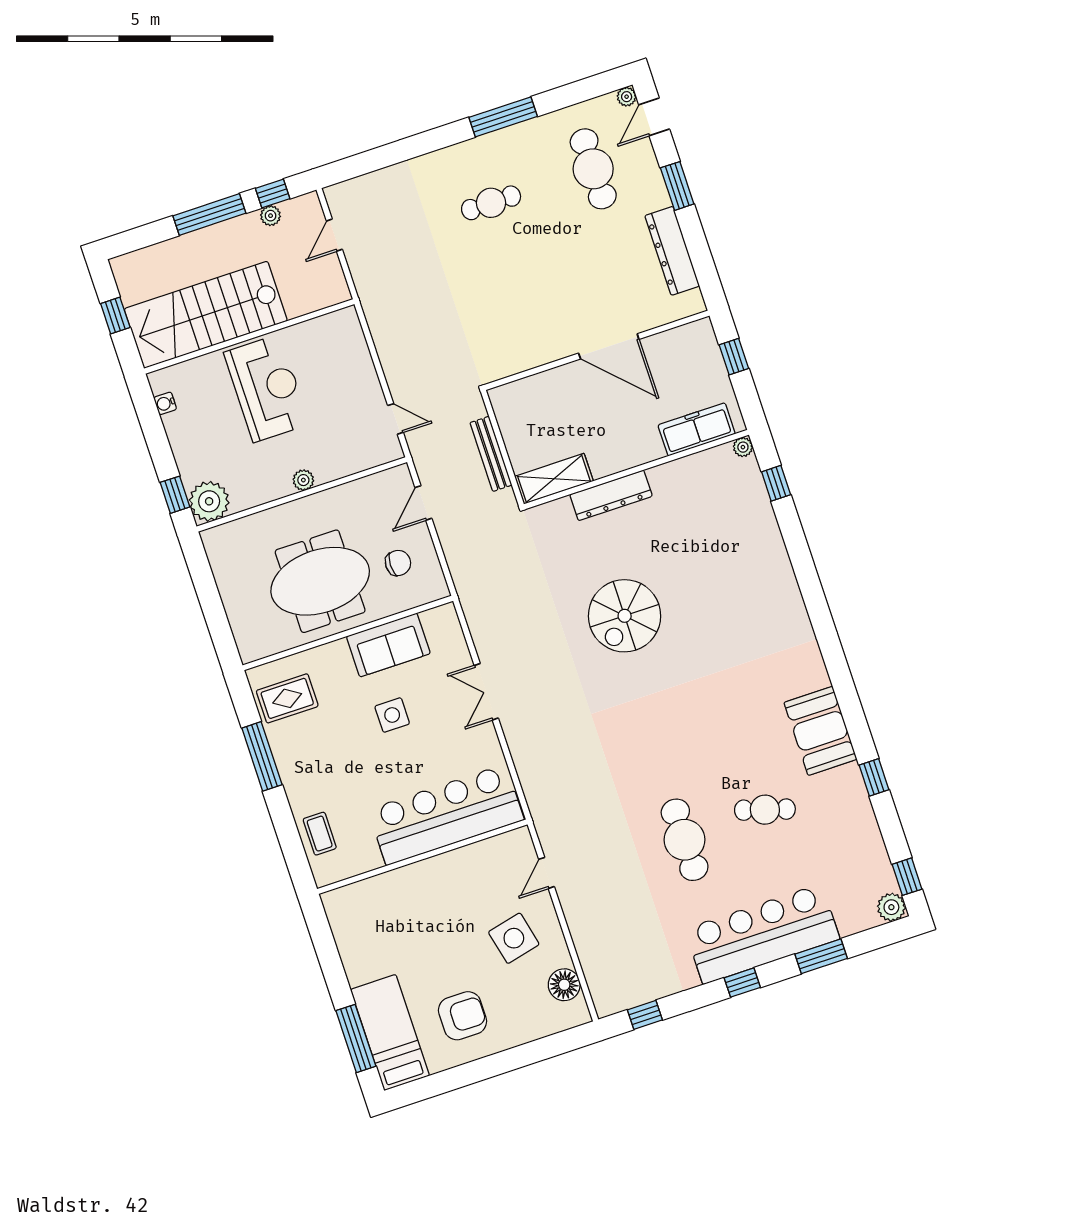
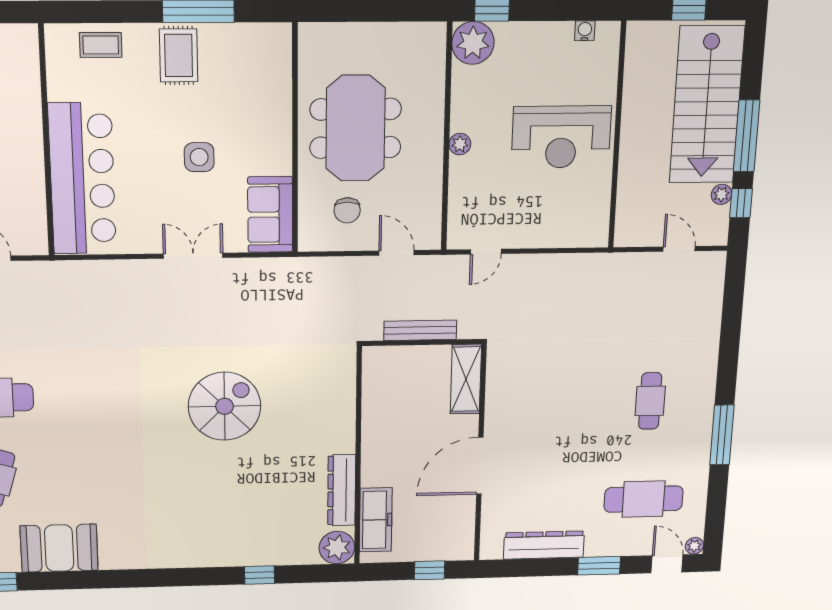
stairs: (206, 315) -> (707, 105), moved, turned 180
plant: (743, 447) -> (337, 548), width x1.88, depth x1.88
shelving: (554, 479) -> (466, 379), moved
window: (776, 483) -> (259, 575), moved
dresser: (611, 495) -> (342, 490), moved
spiral stairs: (625, 616) -> (225, 406), turned 90
sofa: (388, 645) -> (270, 215), moved
rug: (287, 698) -> (179, 55), moved

